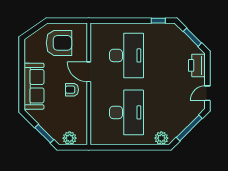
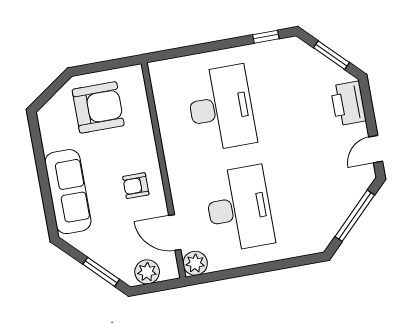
door: (89, 72) -> (175, 232), moved
plant: (161, 138) -> (195, 263), moved

